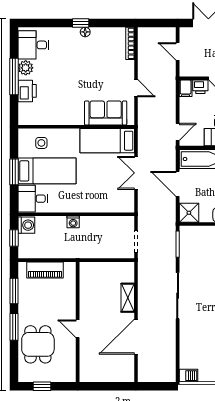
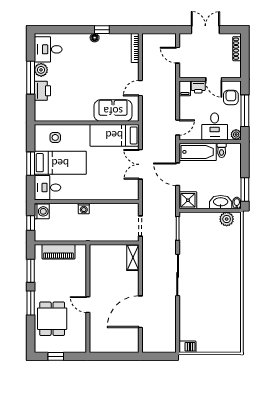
window: (81, 23) -> (102, 30), moved
door: (136, 88) -> (140, 88), swing flipped
shelving: (128, 298) -> (133, 258), moved

